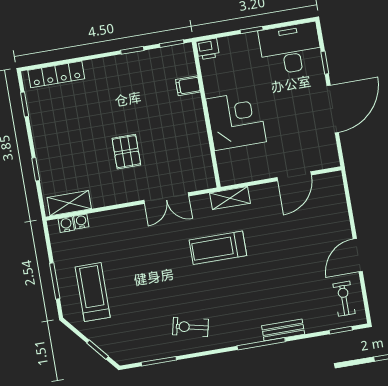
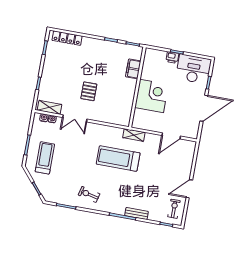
printer: (208, 49) -> (172, 57), moved
filing cabinet: (188, 86) -> (133, 69), width x2.00
double door: (166, 198) -> (75, 118), moved
treadmill: (218, 248) -> (118, 158), width x1.37, depth x1.38

